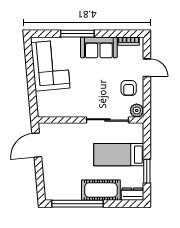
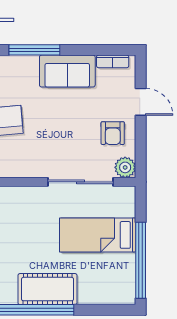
window: (147, 171) -> (141, 260), width x2.11
cot: (101, 190) -> (48, 289), moved
dresser: (132, 194) -> (119, 295), removed

